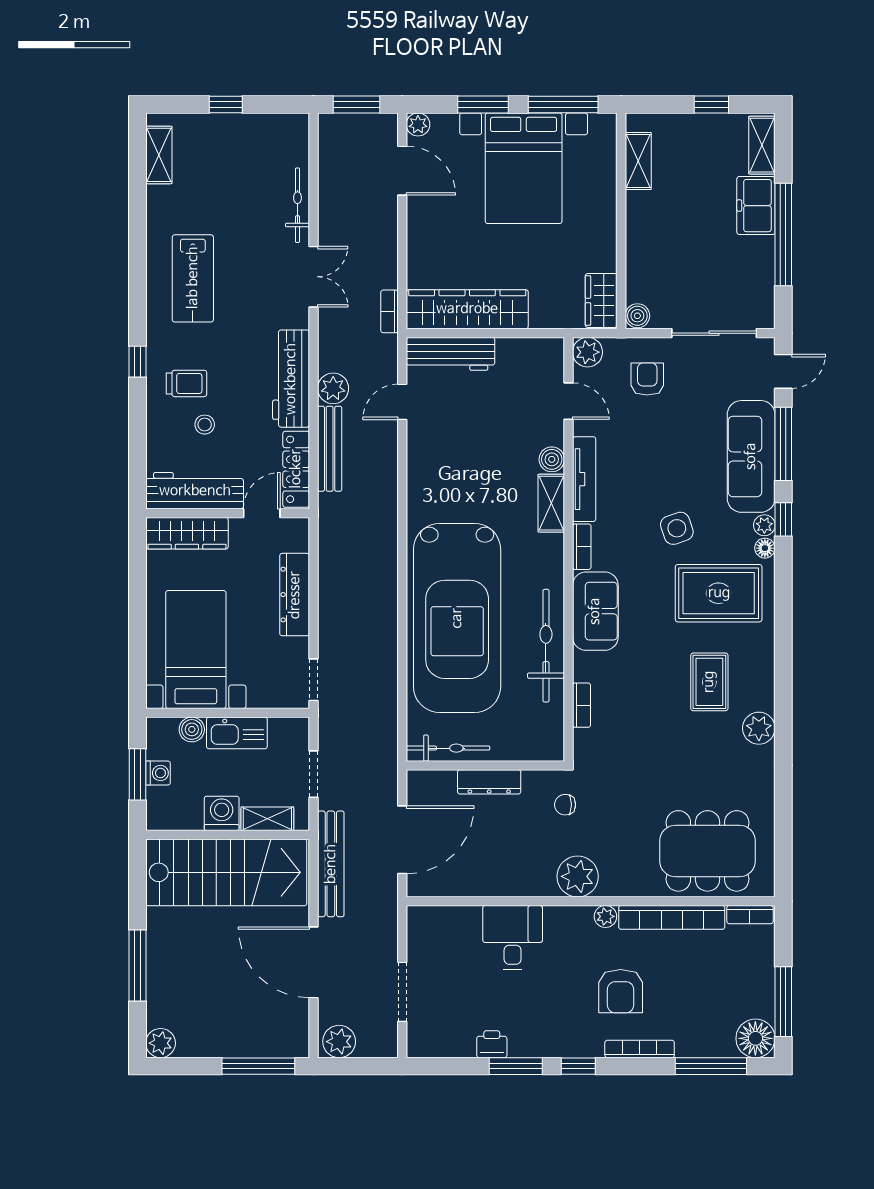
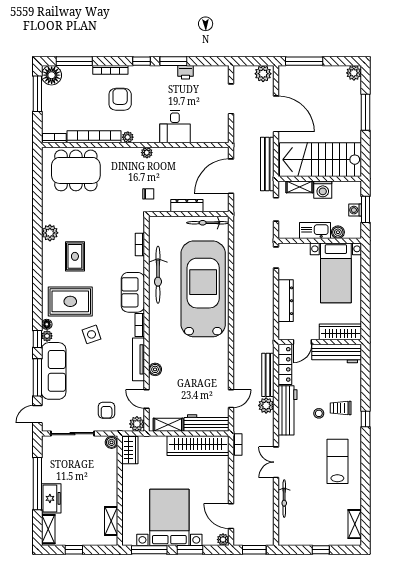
stool: (205, 425) -> (319, 413), moved
shelving: (551, 503) -> (168, 425), moved, turned 90
plant: (578, 876) -> (147, 153), width x0.53, depth x0.53

